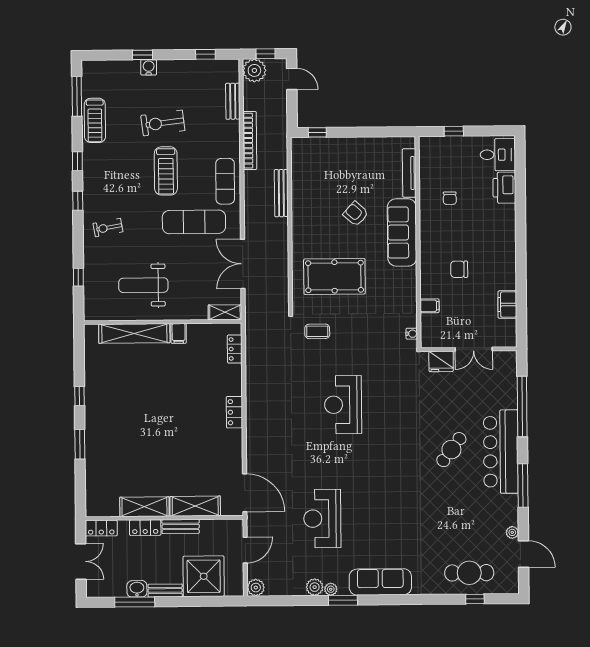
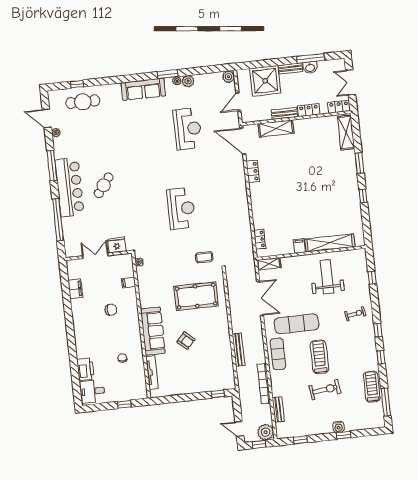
weight bench: (143, 285) -> (327, 277), turned -90
locker: (234, 412) -> (253, 171), moved
shelving: (144, 507) -> (346, 133), moved, turned 90

